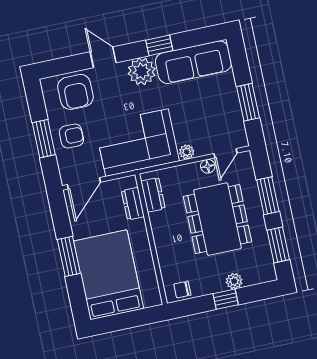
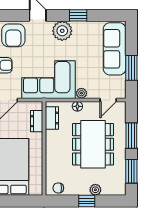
sofa: (193, 62) -> (115, 49), moved, turned 90
floor lamp: (208, 166) -> (77, 106), moved

